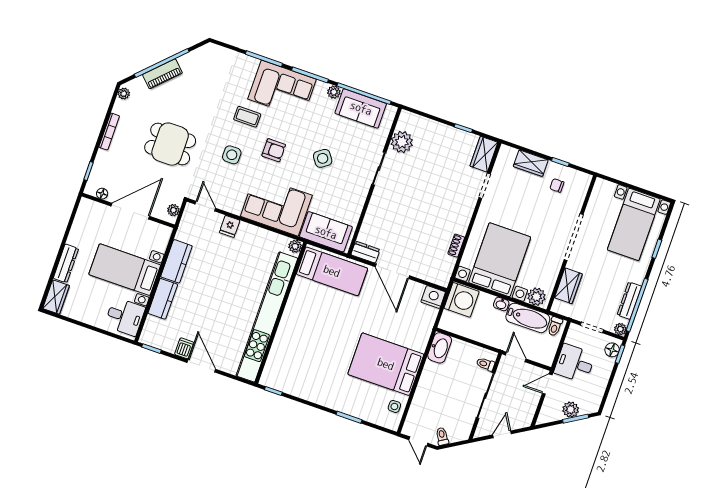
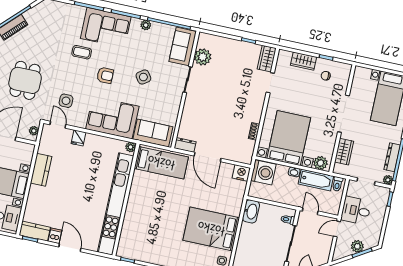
sofa: (361, 108) -> (183, 46), moved, turned 90
dining table: (170, 144) -> (25, 80), turned 90
side table: (232, 155) -> (66, 101), moved
kitchen counter: (163, 299) -> (35, 231), moved, turned -90
floor lamp: (612, 350) -> (383, 197), removed

